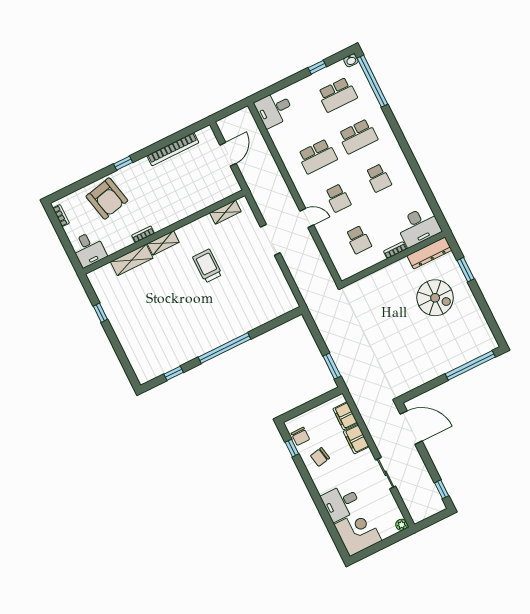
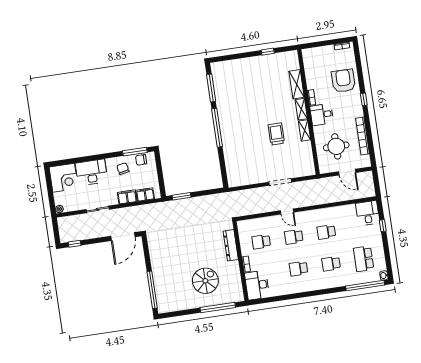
window: (317, 67) -> (383, 226), moved
school desk: (358, 136) -> (331, 264), width x0.54
school desk: (317, 156) -> (326, 232), width x0.54
round table: (198, 180) -> (336, 146), added
armchair: (107, 199) -> (343, 81), turned 103
shelving: (225, 212) -> (304, 130), moved
door: (307, 218) -> (287, 211), hinge flipped
desk: (89, 249) -> (322, 115), moved
dresser: (430, 253) -> (231, 245), moved
trolley: (207, 266) -> (276, 134), turned -90
window: (466, 270) -> (218, 307), width x2.11
spiral stairs: (435, 298) -> (205, 281), turned 180
window: (174, 373) -> (211, 88), width x2.17
window: (292, 448) -> (135, 152), width x2.17
desk: (341, 502) -> (92, 172), width x1.37

